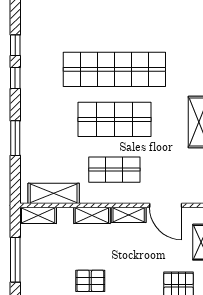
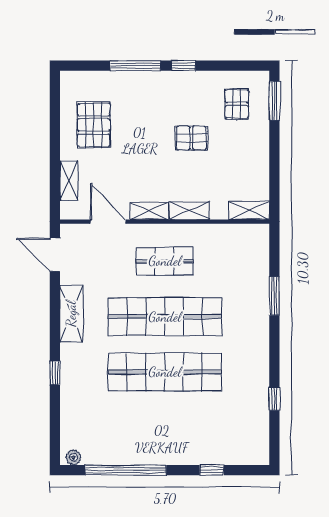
window: (15, 78) -> (274, 362), removed
shop shelf: (114, 119) -> (165, 317), width x1.40
shelving: (54, 193) -> (232, 235), removed
window: (15, 260) -> (274, 161), removed

